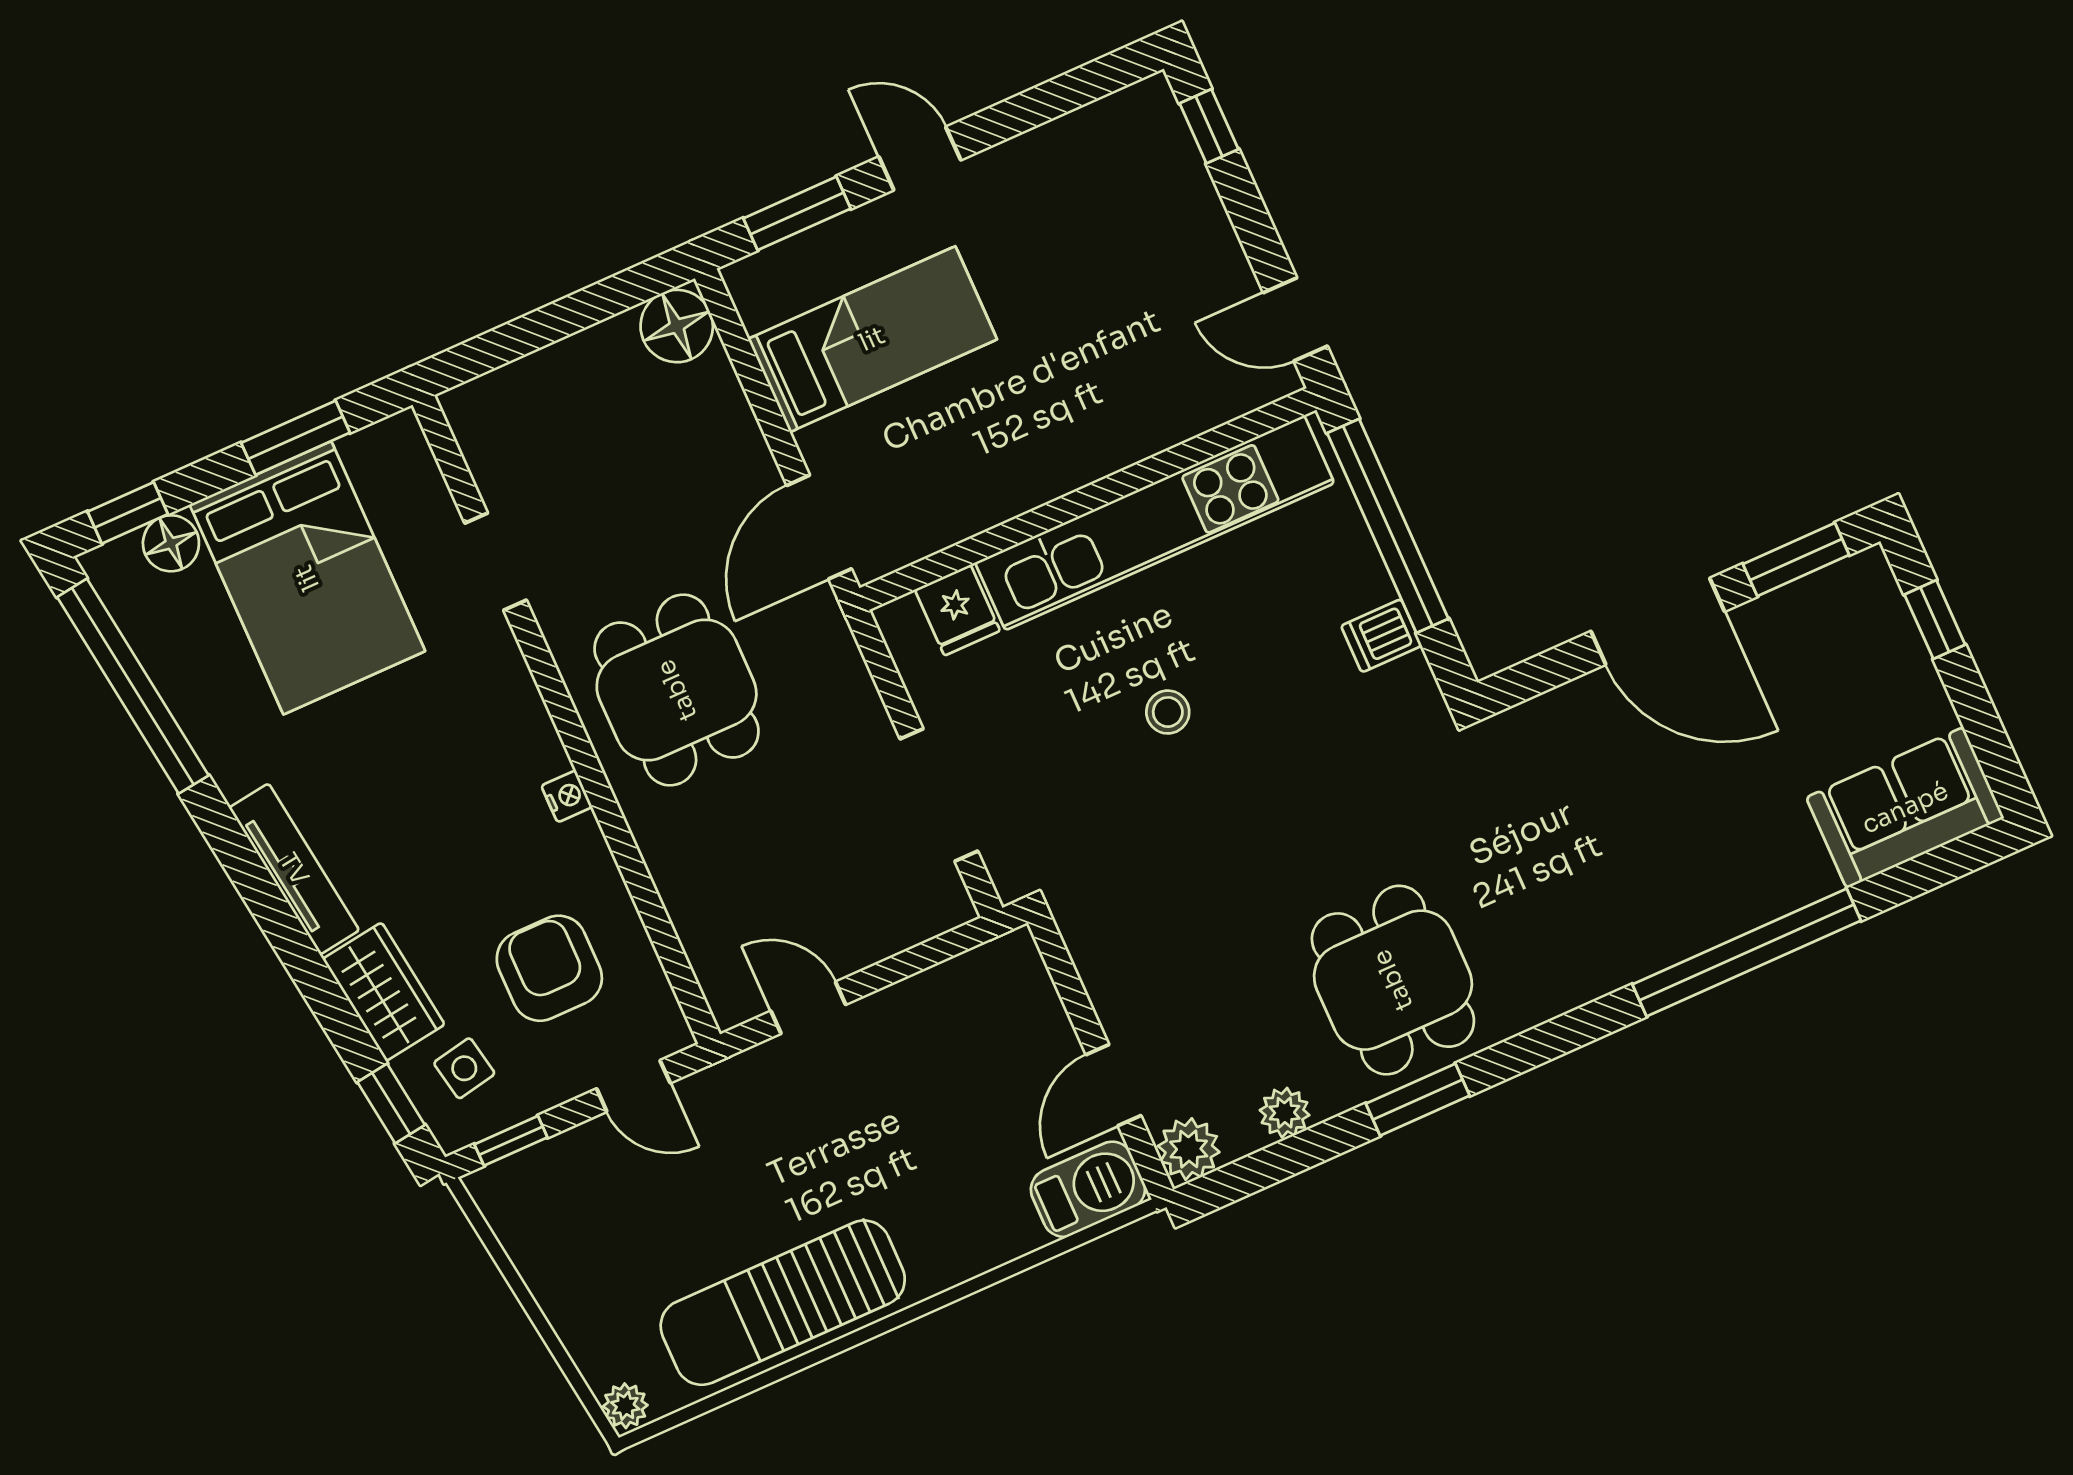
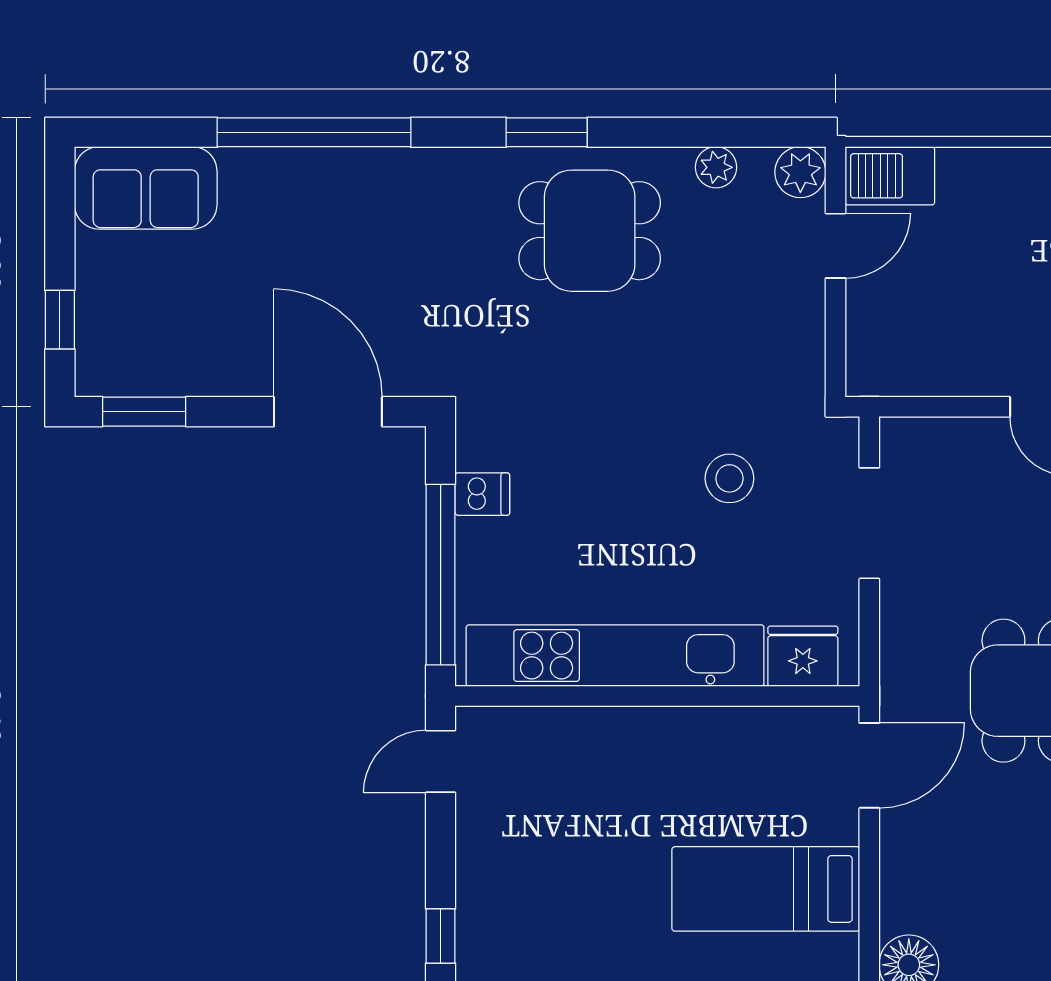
door: (1295, 319) -> (441, 761), swing flipped
fridge: (957, 610) -> (803, 656), width x1.38
door: (1658, 621) -> (328, 412), moved
stool: (1168, 712) -> (729, 478), moved, width x1.37, depth x1.37
dining table: (1393, 980) -> (590, 231), turned 90
window: (1418, 1100) -> (547, 132), moved

